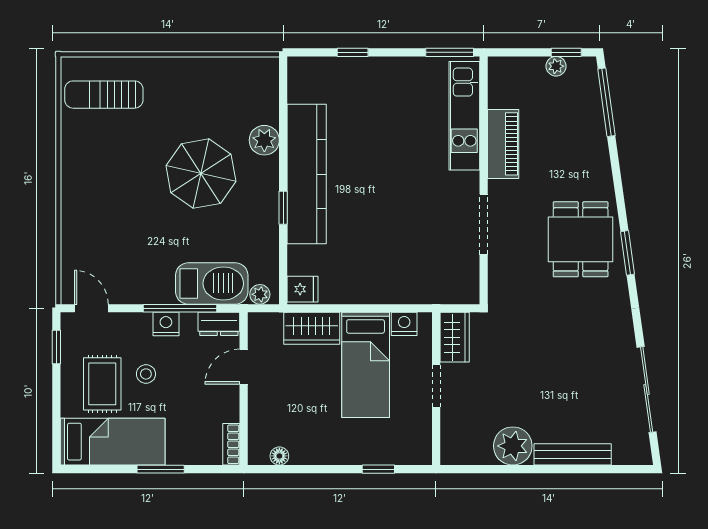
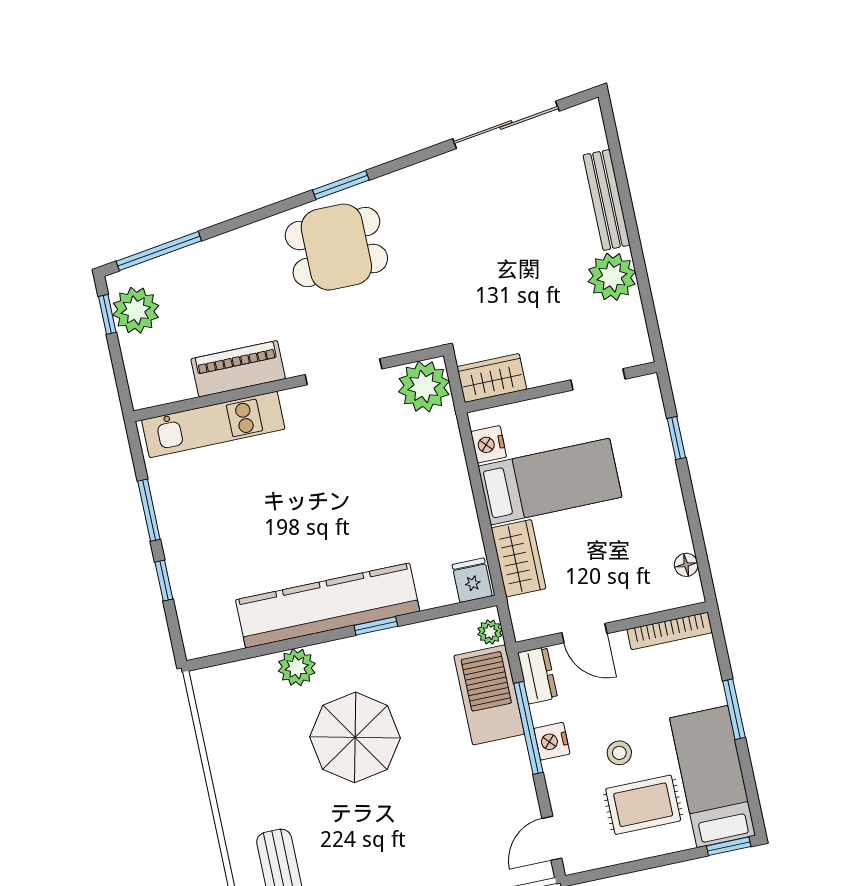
window: (450, 52) -> (149, 510), moved
plant: (556, 66) -> (136, 310), width x1.88, depth x1.88
plant: (459, 284) -> (424, 386), added
window: (56, 347) -> (729, 846), moved
doorway: (436, 386) -> (598, 379), moved
bookcase: (231, 444) -> (670, 631), width x1.56

